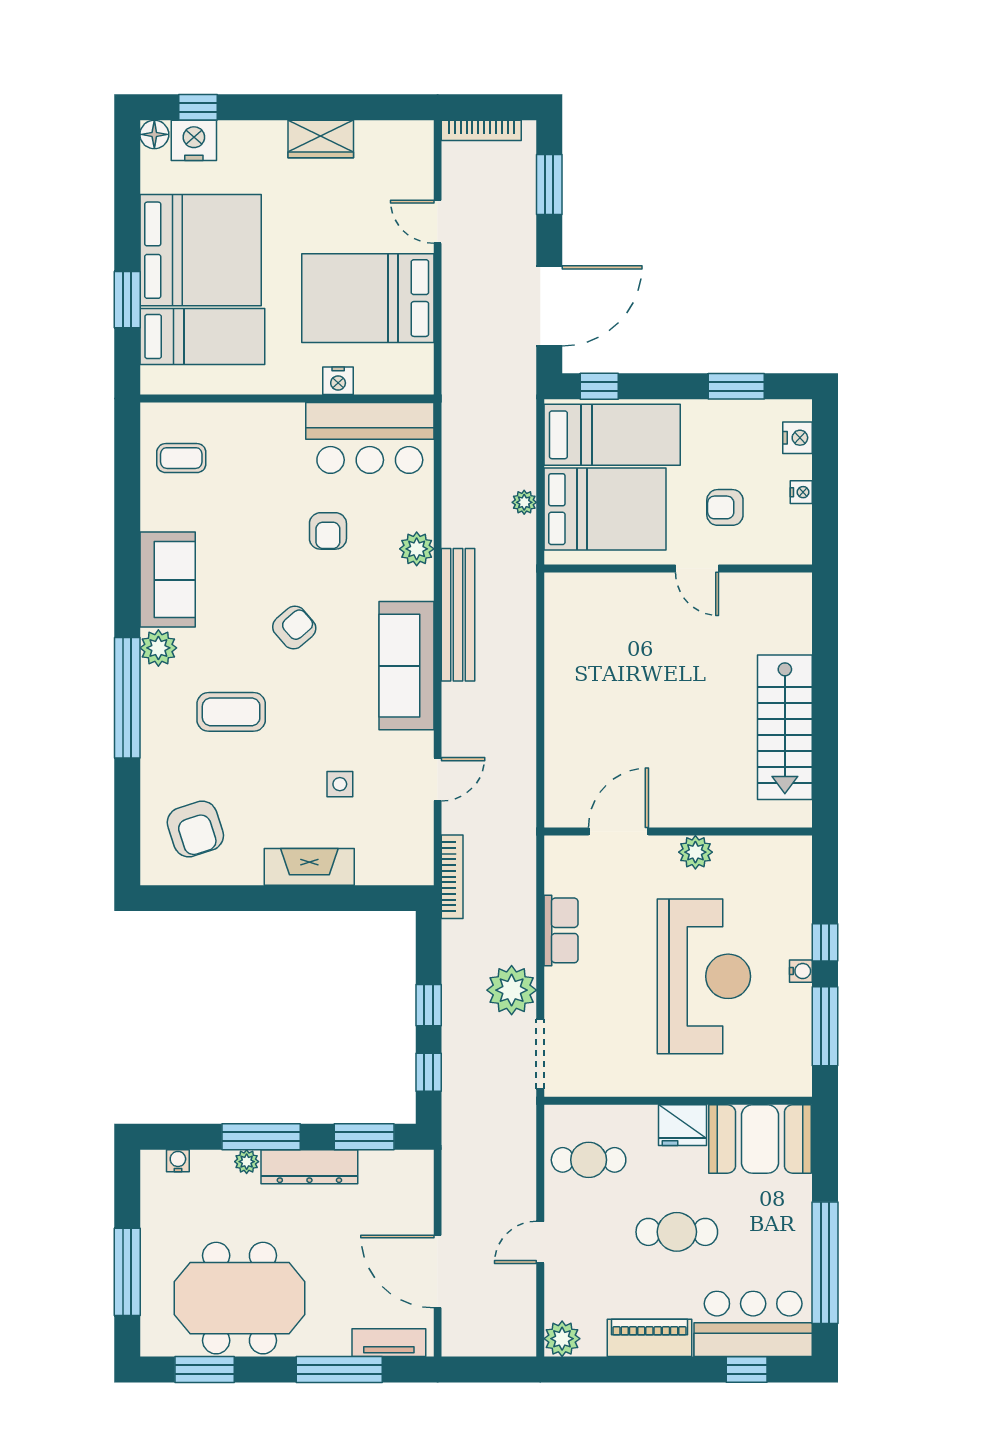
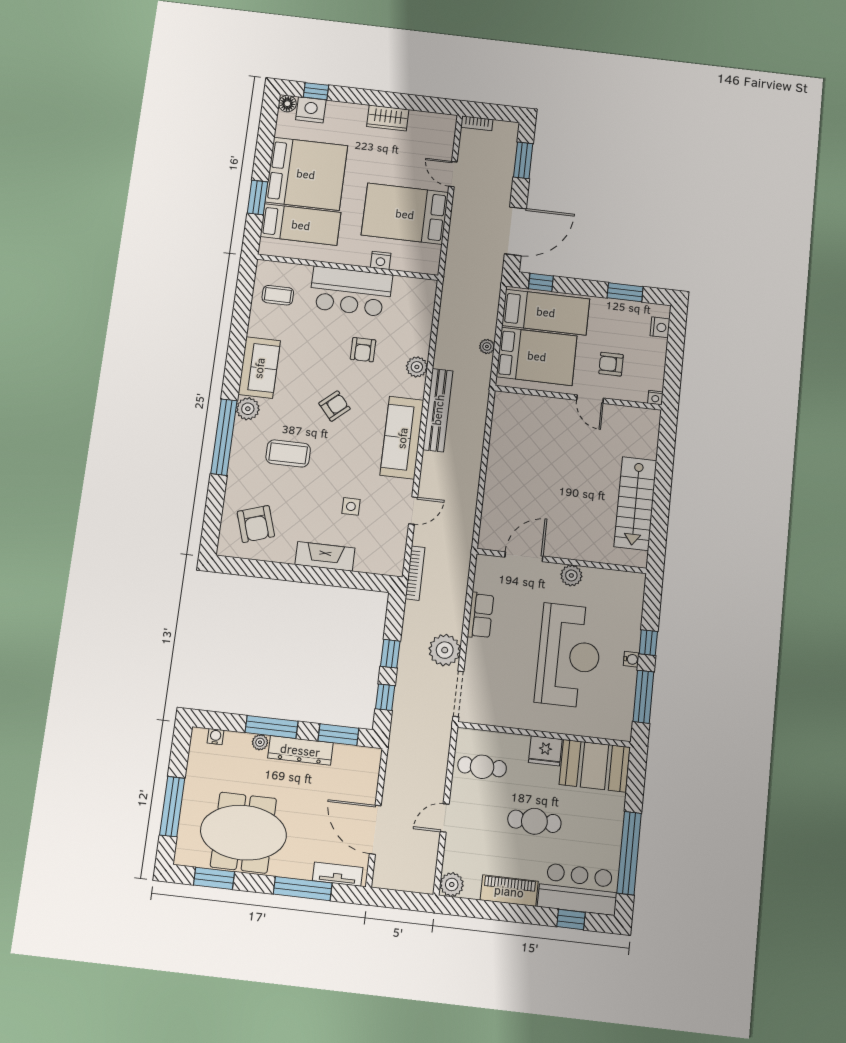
bookcase: (481, 130) -> (477, 123), width x0.64
bar counter: (370, 438) -> (351, 291), moved
nightstand: (801, 492) -> (655, 398), moved, turned 90

